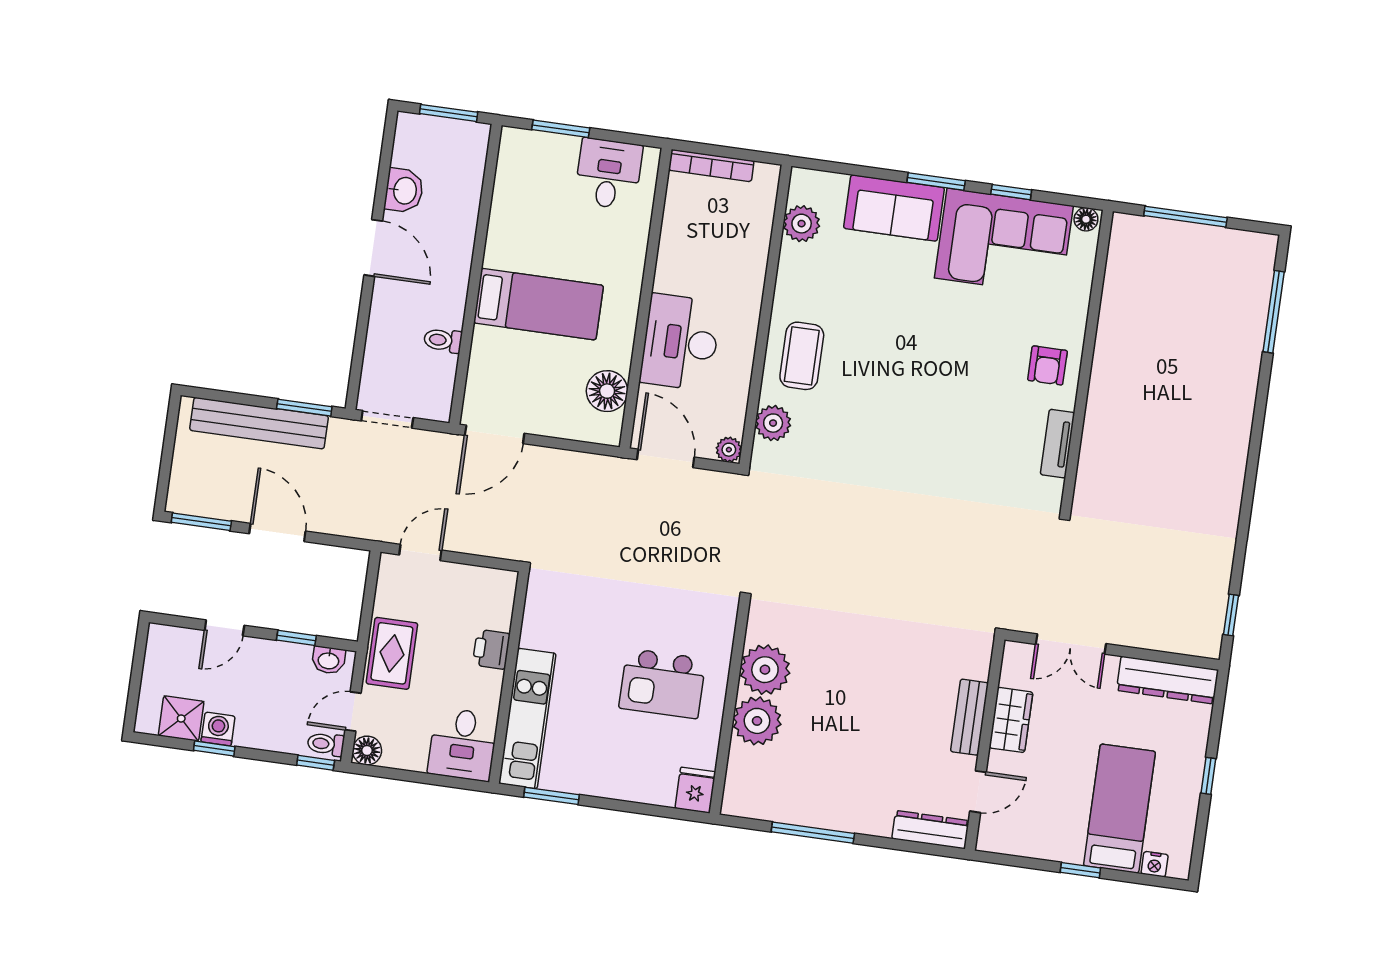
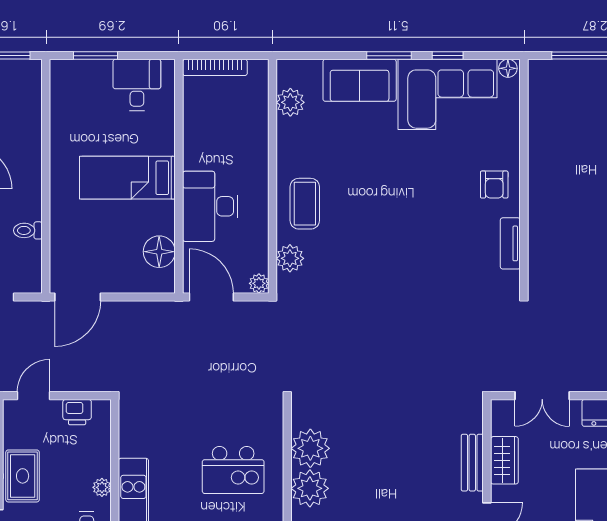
bed: (538, 304) -> (127, 178), moved, turned 180
printer: (491, 649) -> (77, 412), moved, turned -90
plant: (491, 682) -> (102, 487), added

